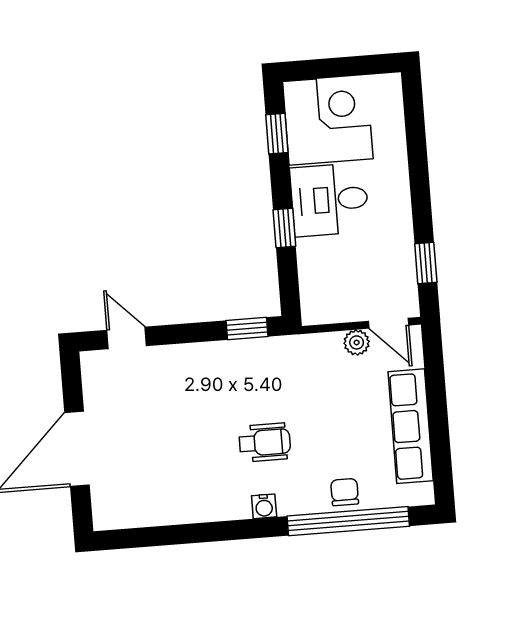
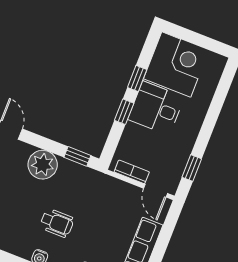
window: (277, 134) -> (137, 78), moved
bookcase: (339, 312) -> (132, 172), added
plant: (357, 342) -> (43, 165), moved, width x1.88, depth x1.88

